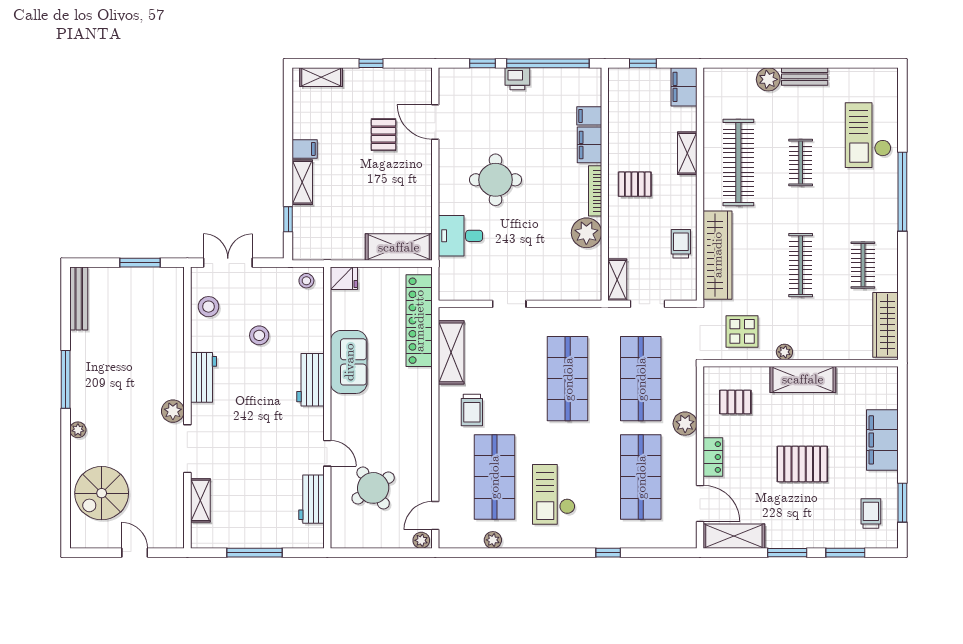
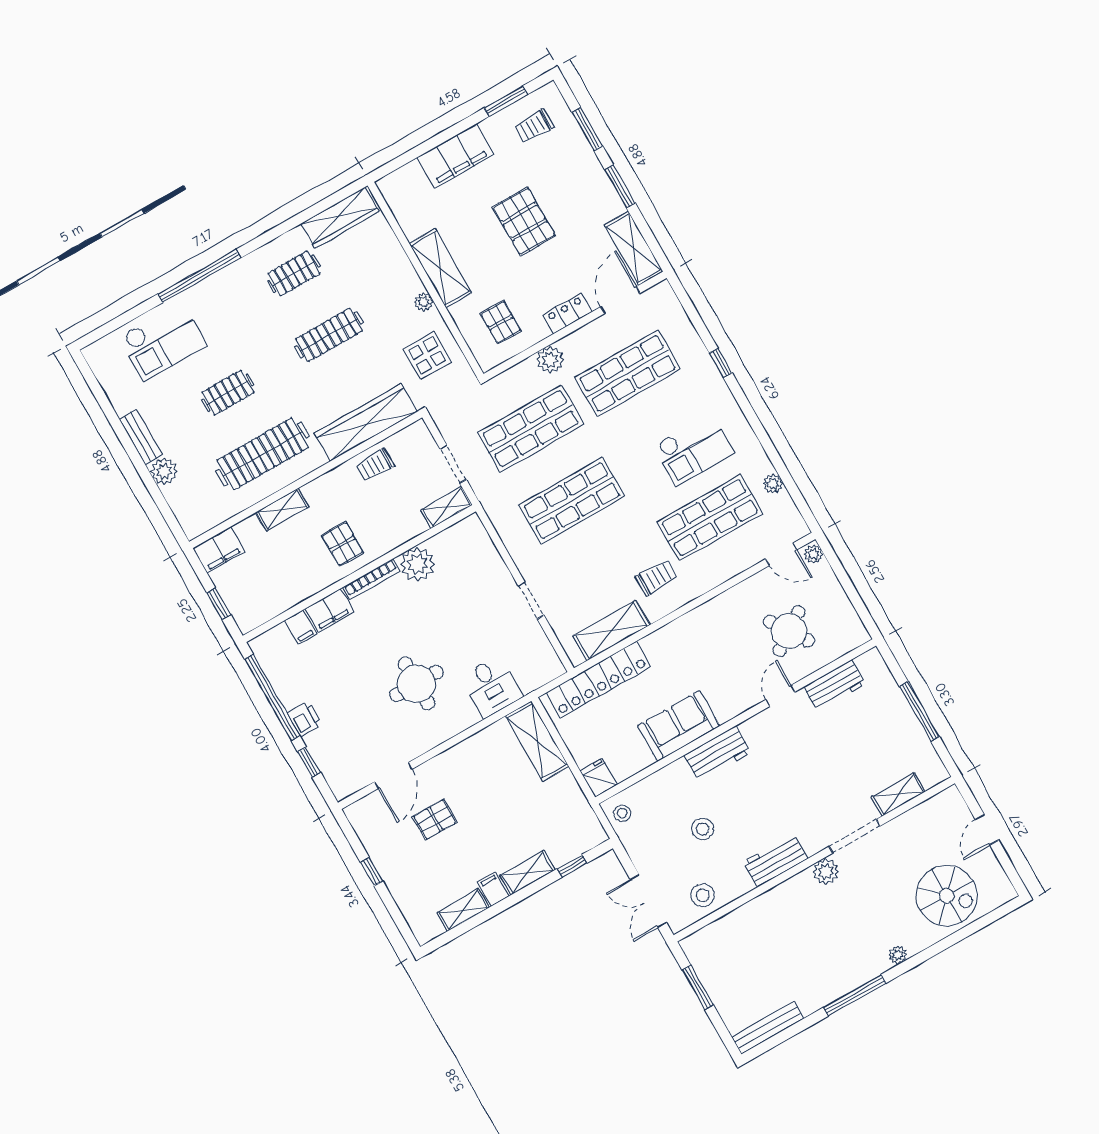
shelving: (321, 77) -> (463, 910), moved, turned 90

